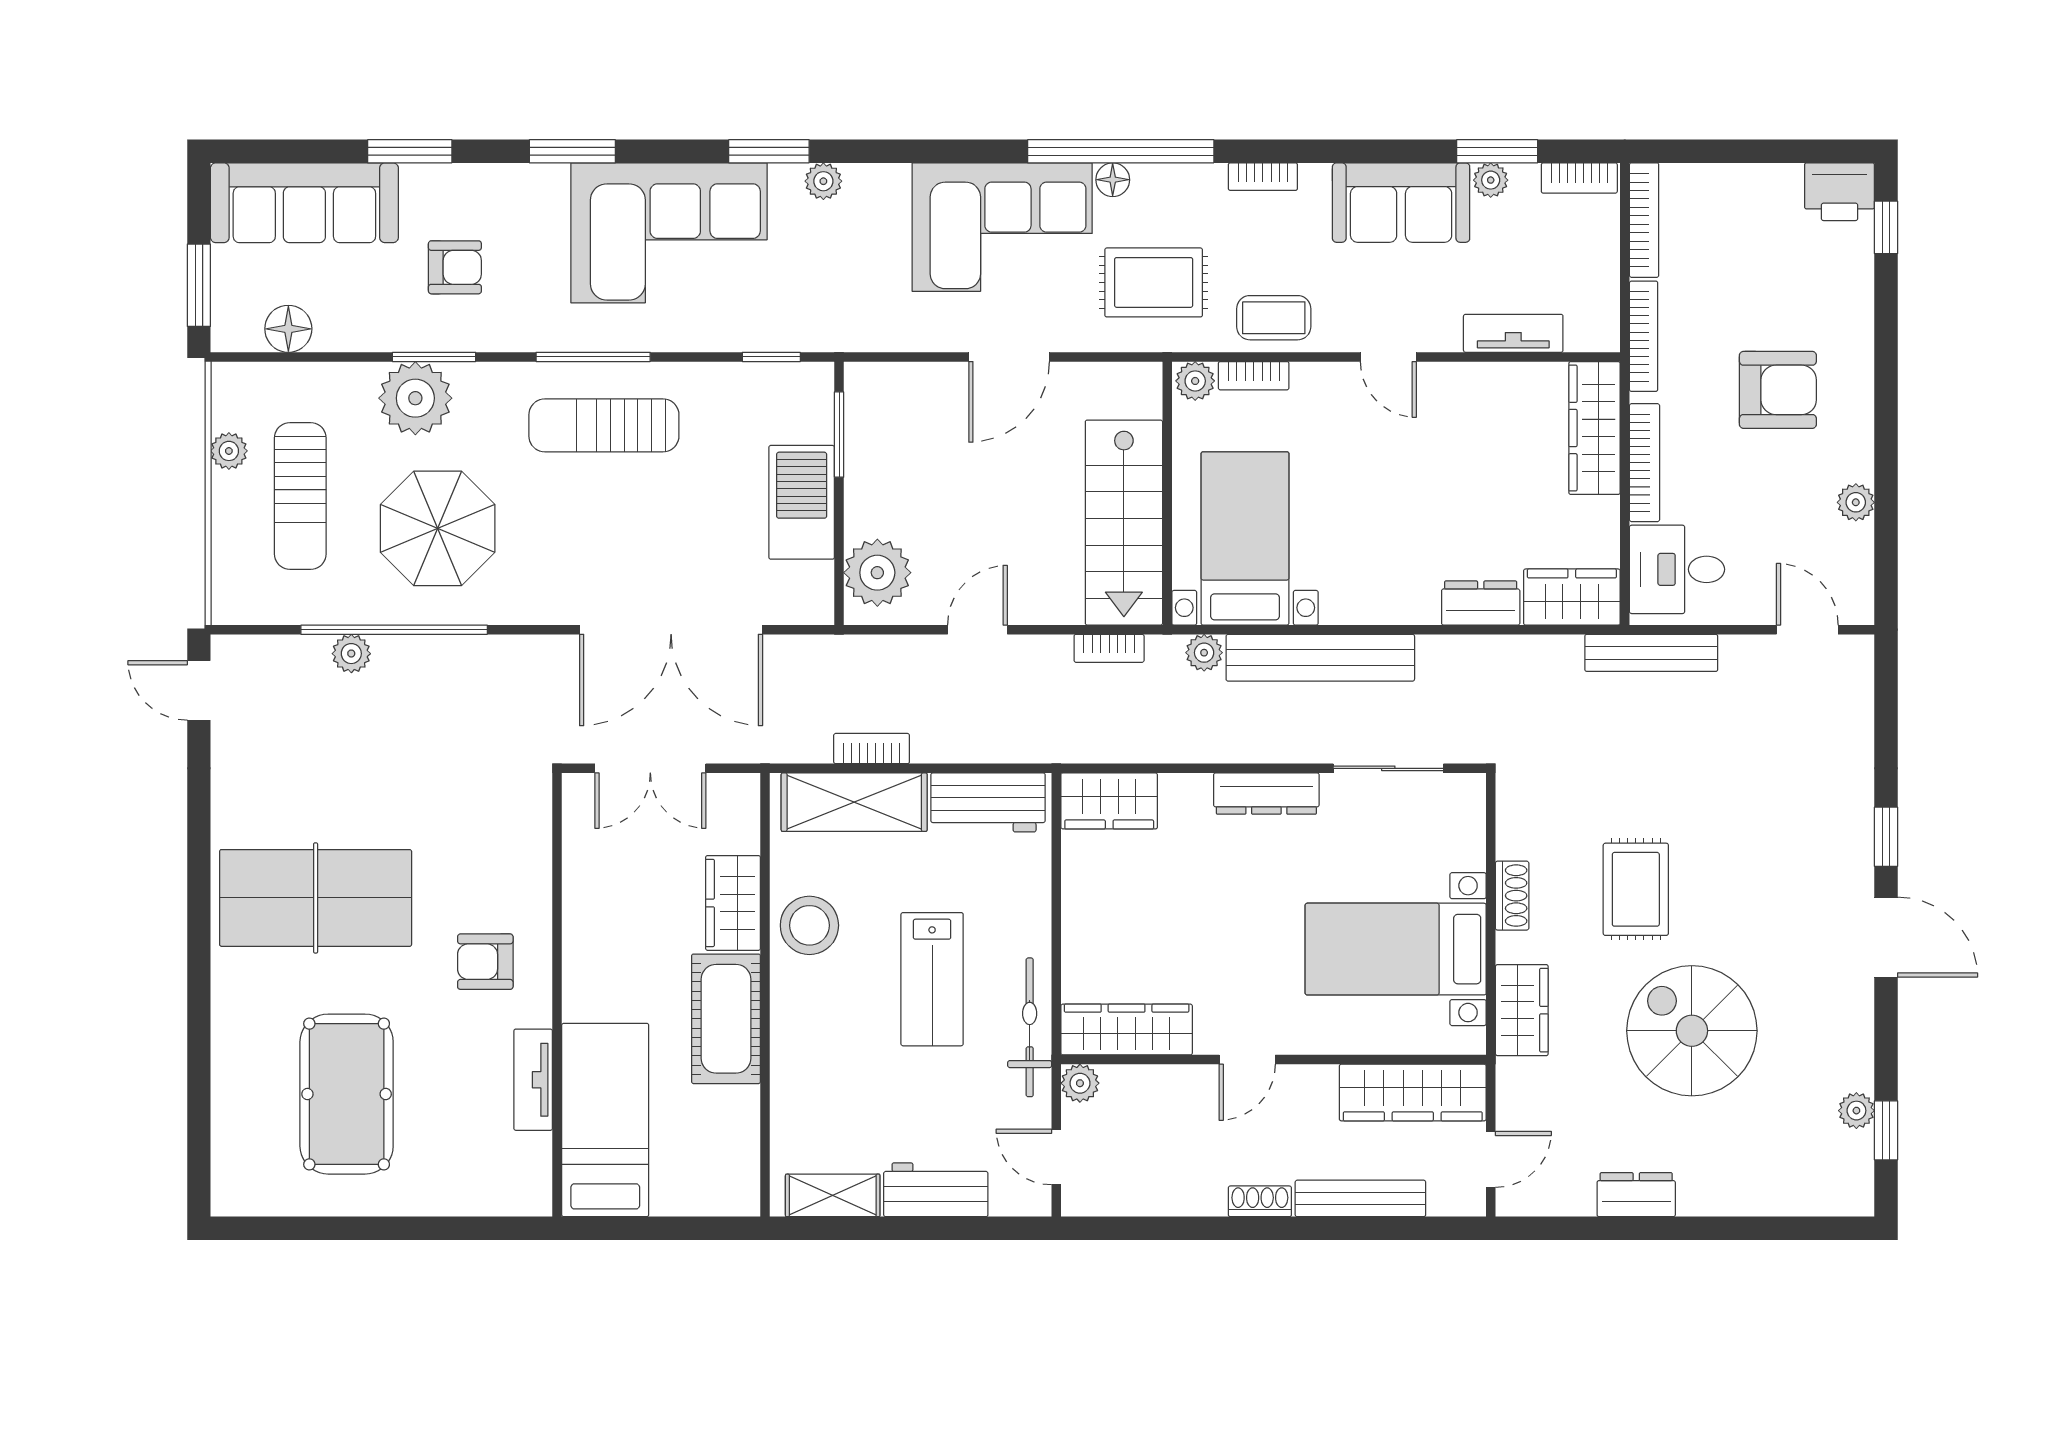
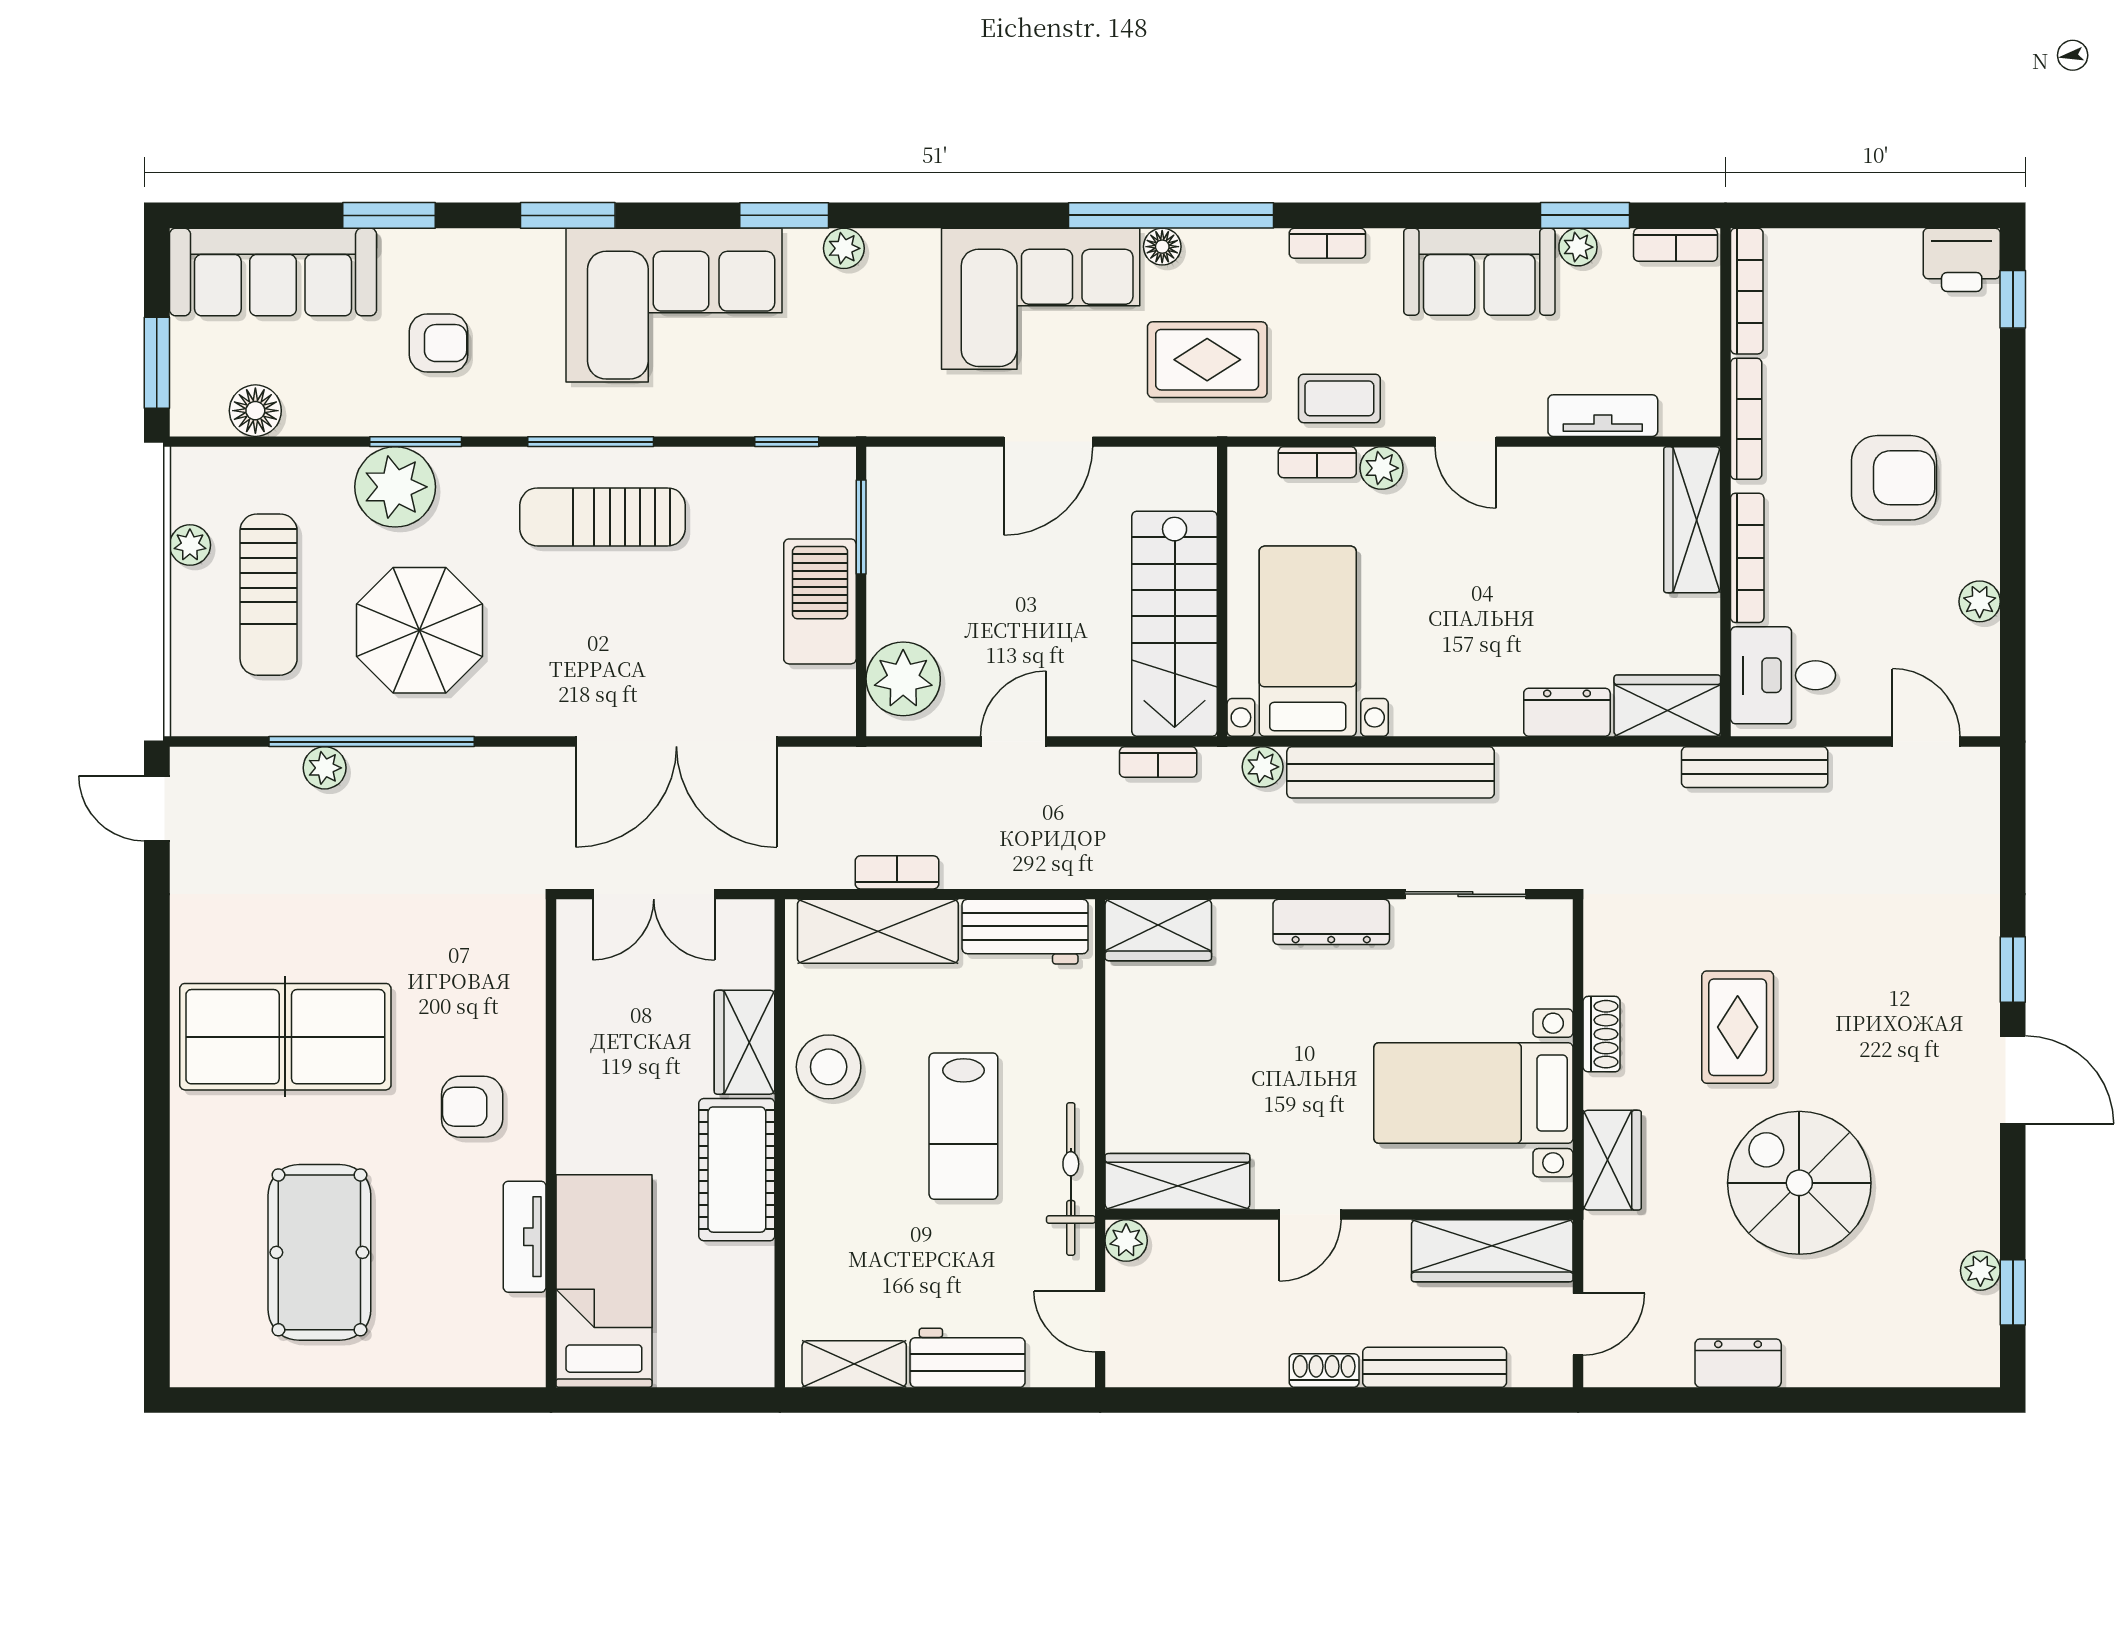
plant: (1195, 381) -> (1382, 468), moved

